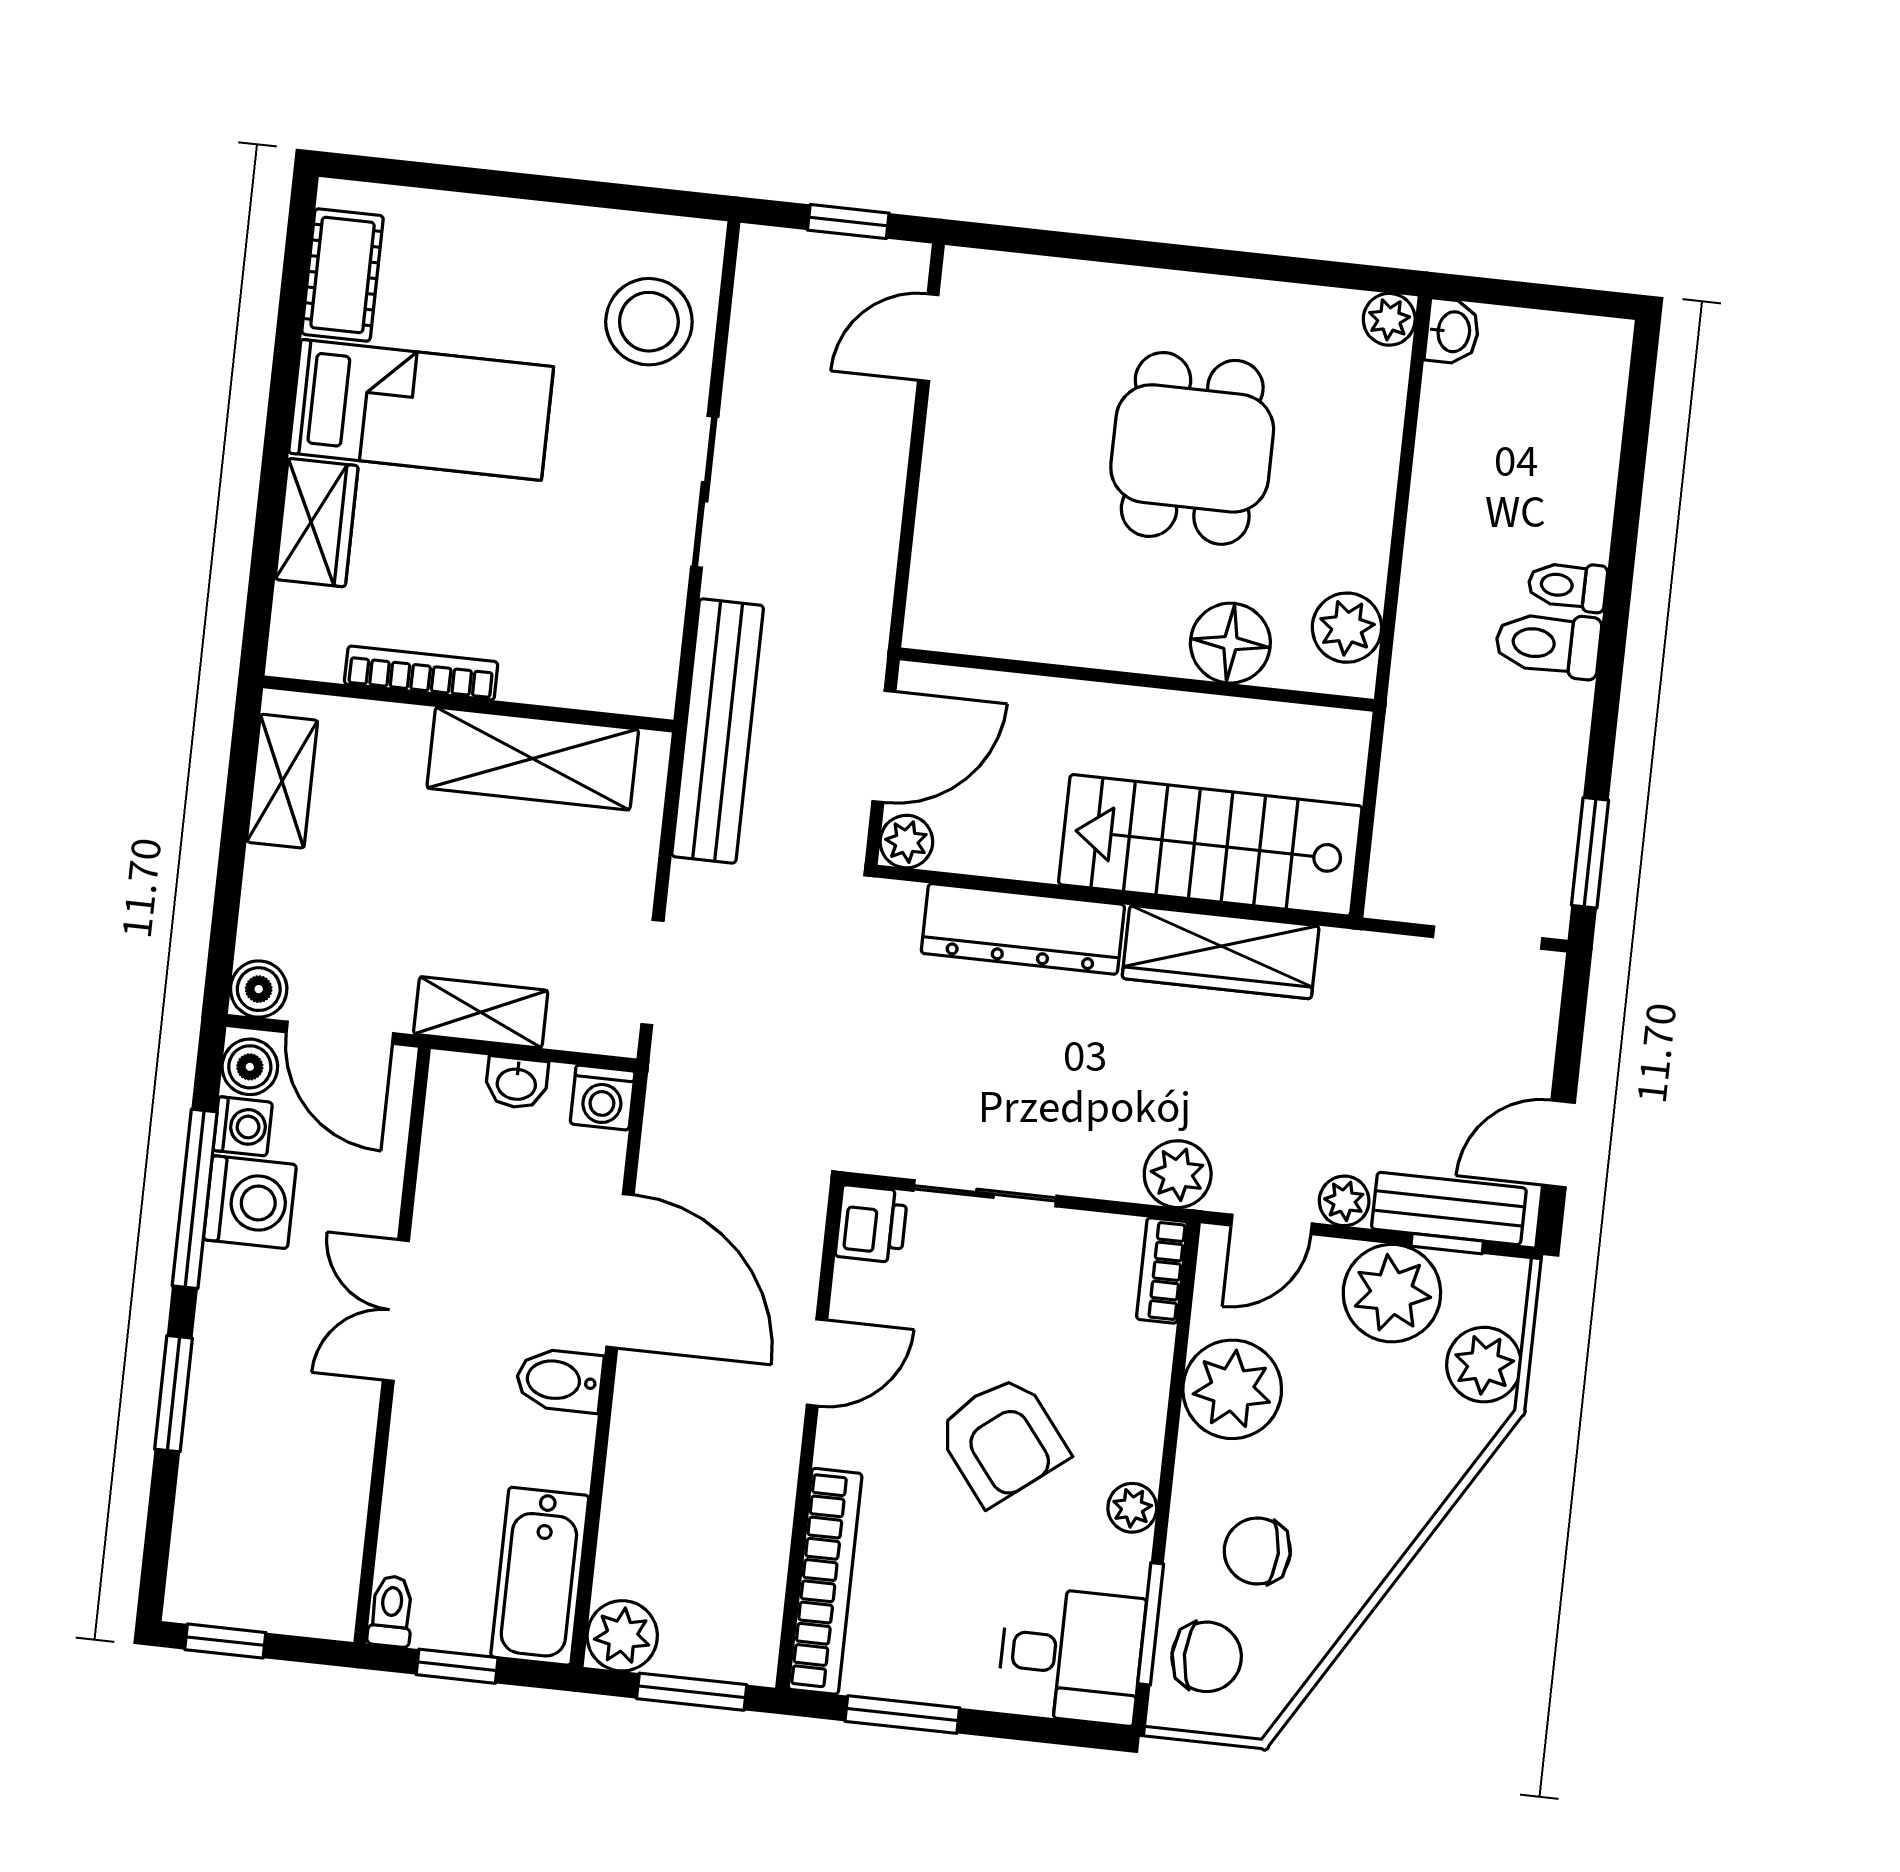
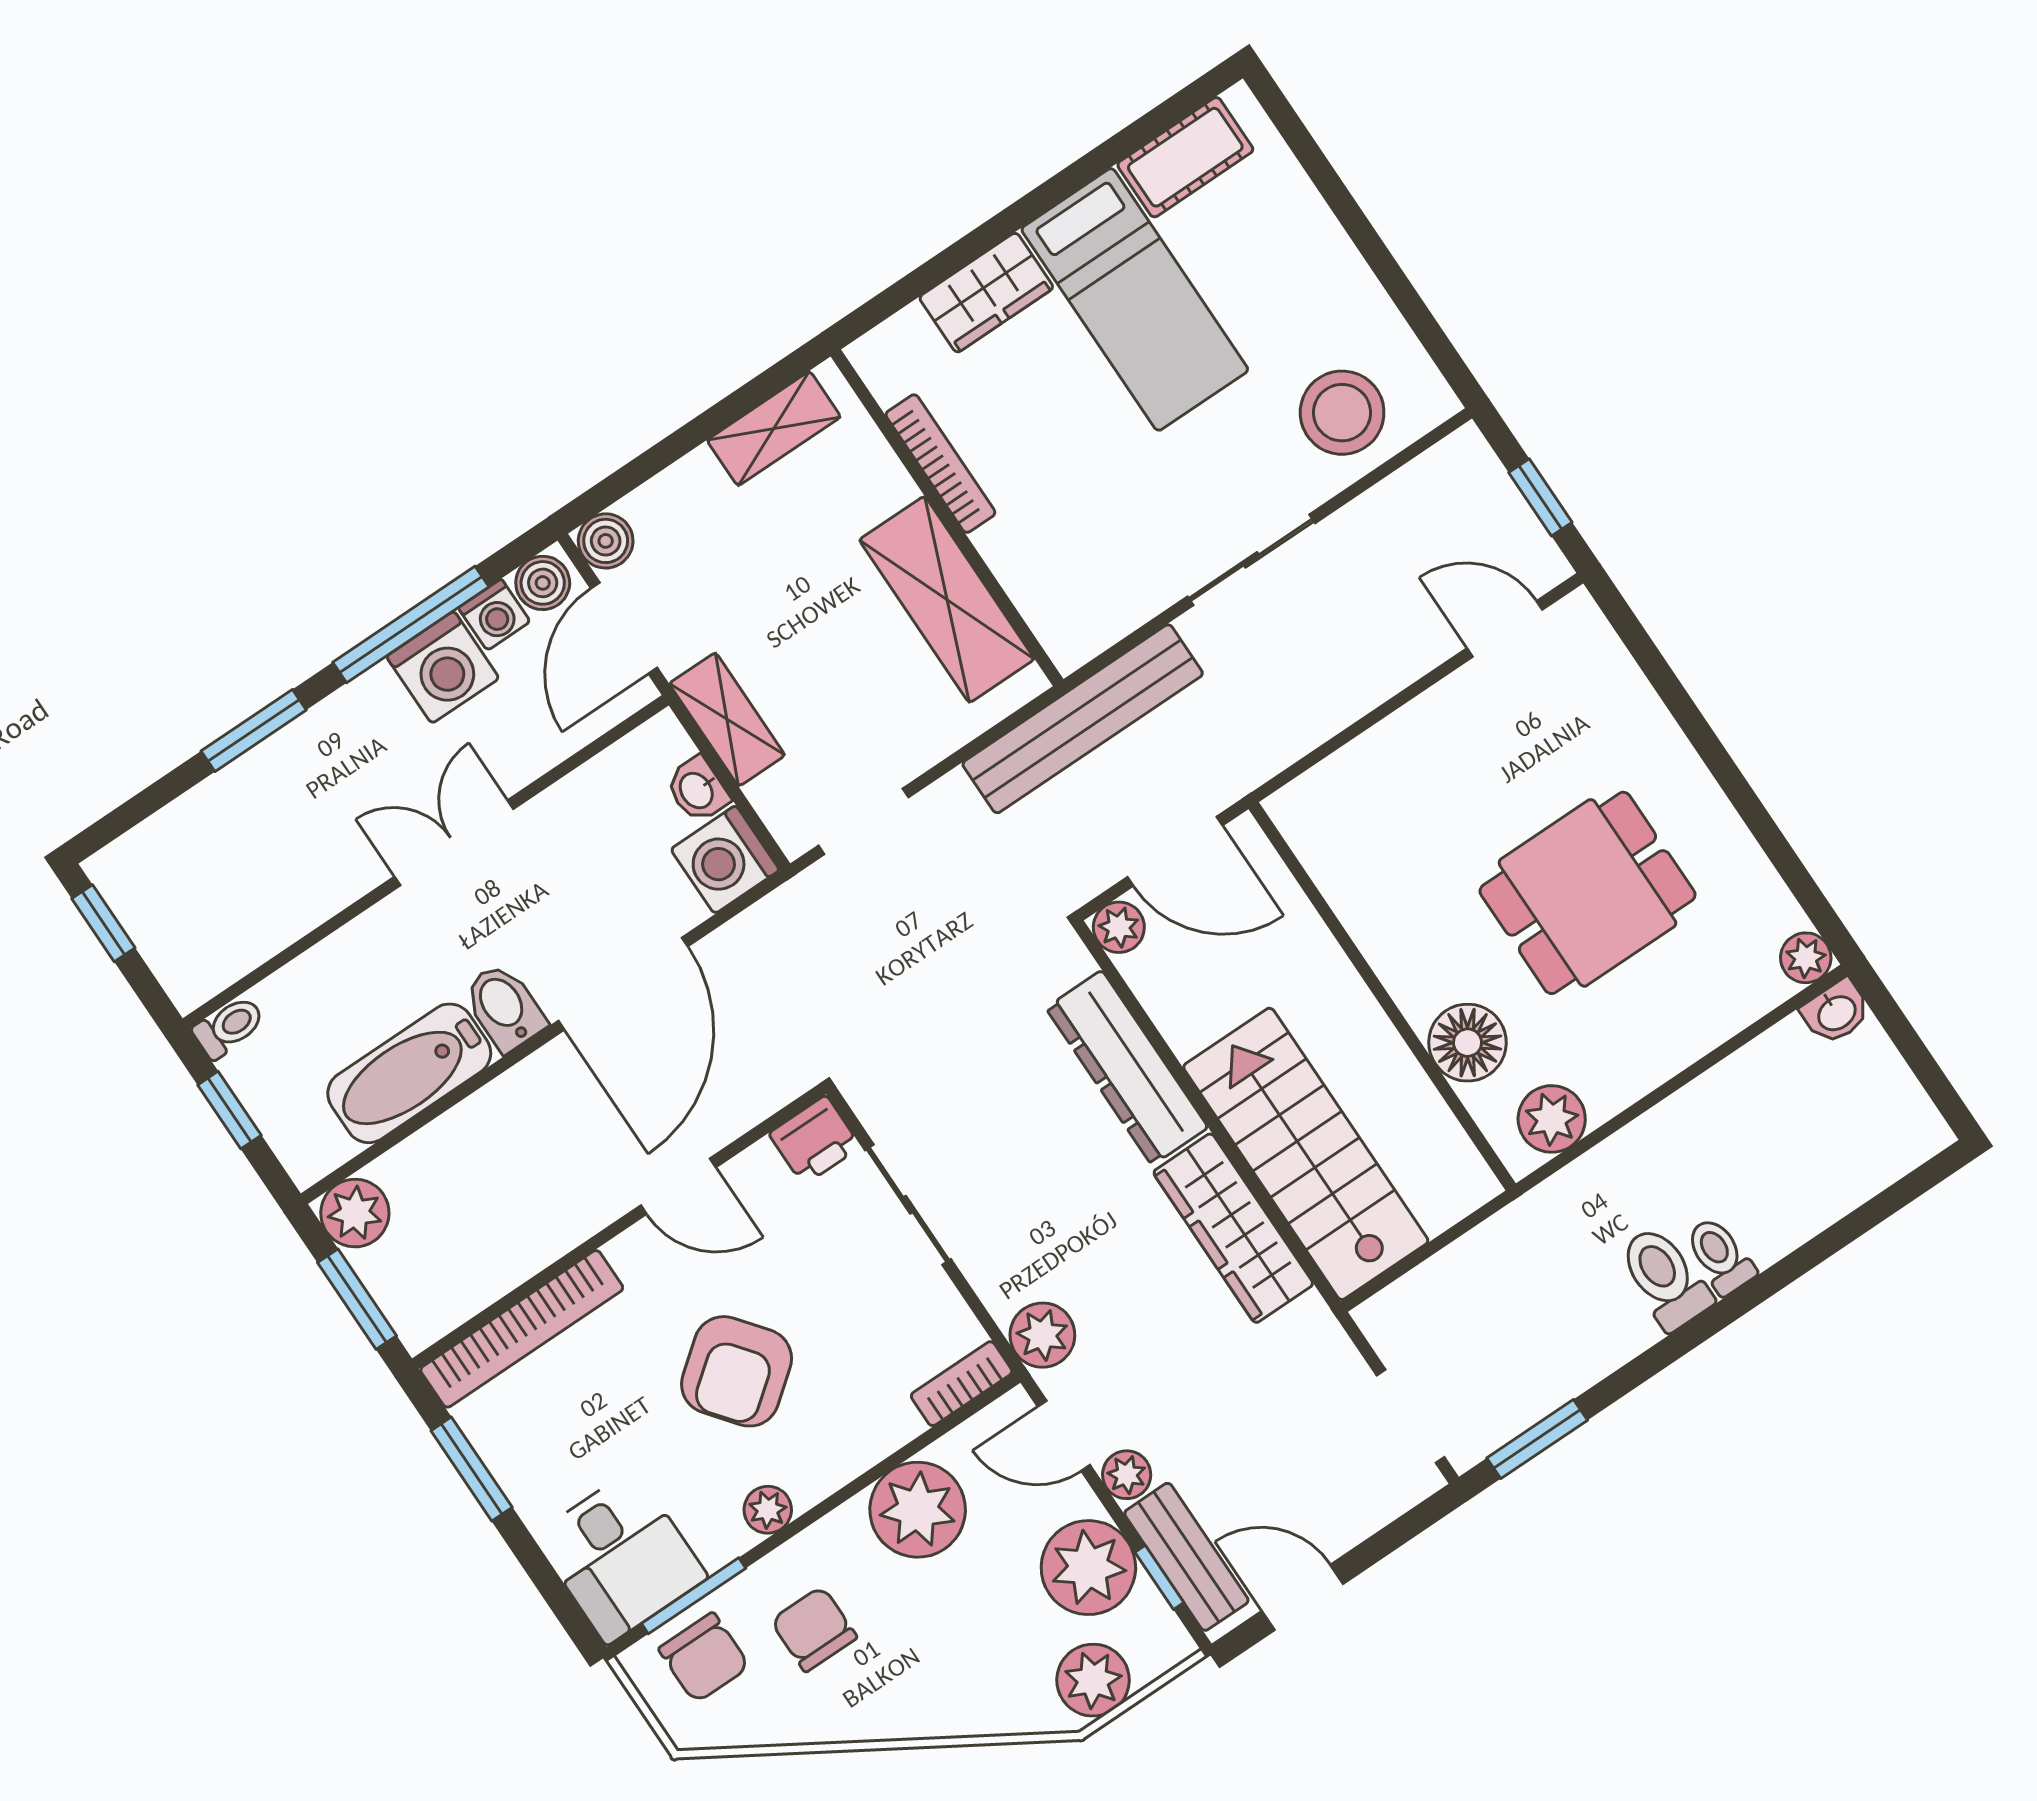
washing machine: (603, 1098) -> (725, 860), width x1.38, depth x1.38
bathtub: (540, 1576) -> (409, 1073), moved

